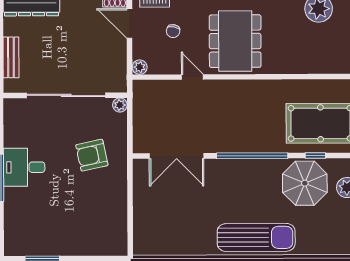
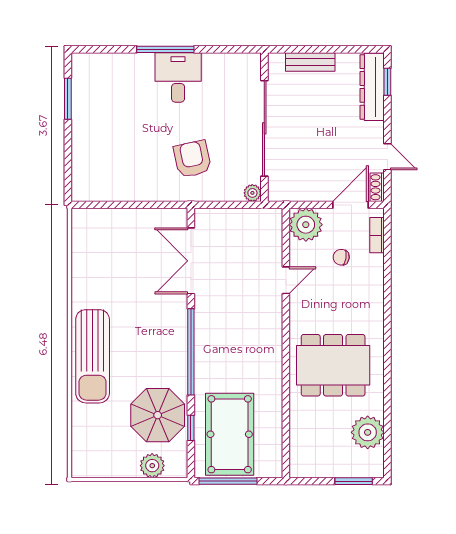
dining table: (235, 41) -> (333, 365), moved
plant: (140, 67) -> (306, 225), width x1.87, depth x1.87

